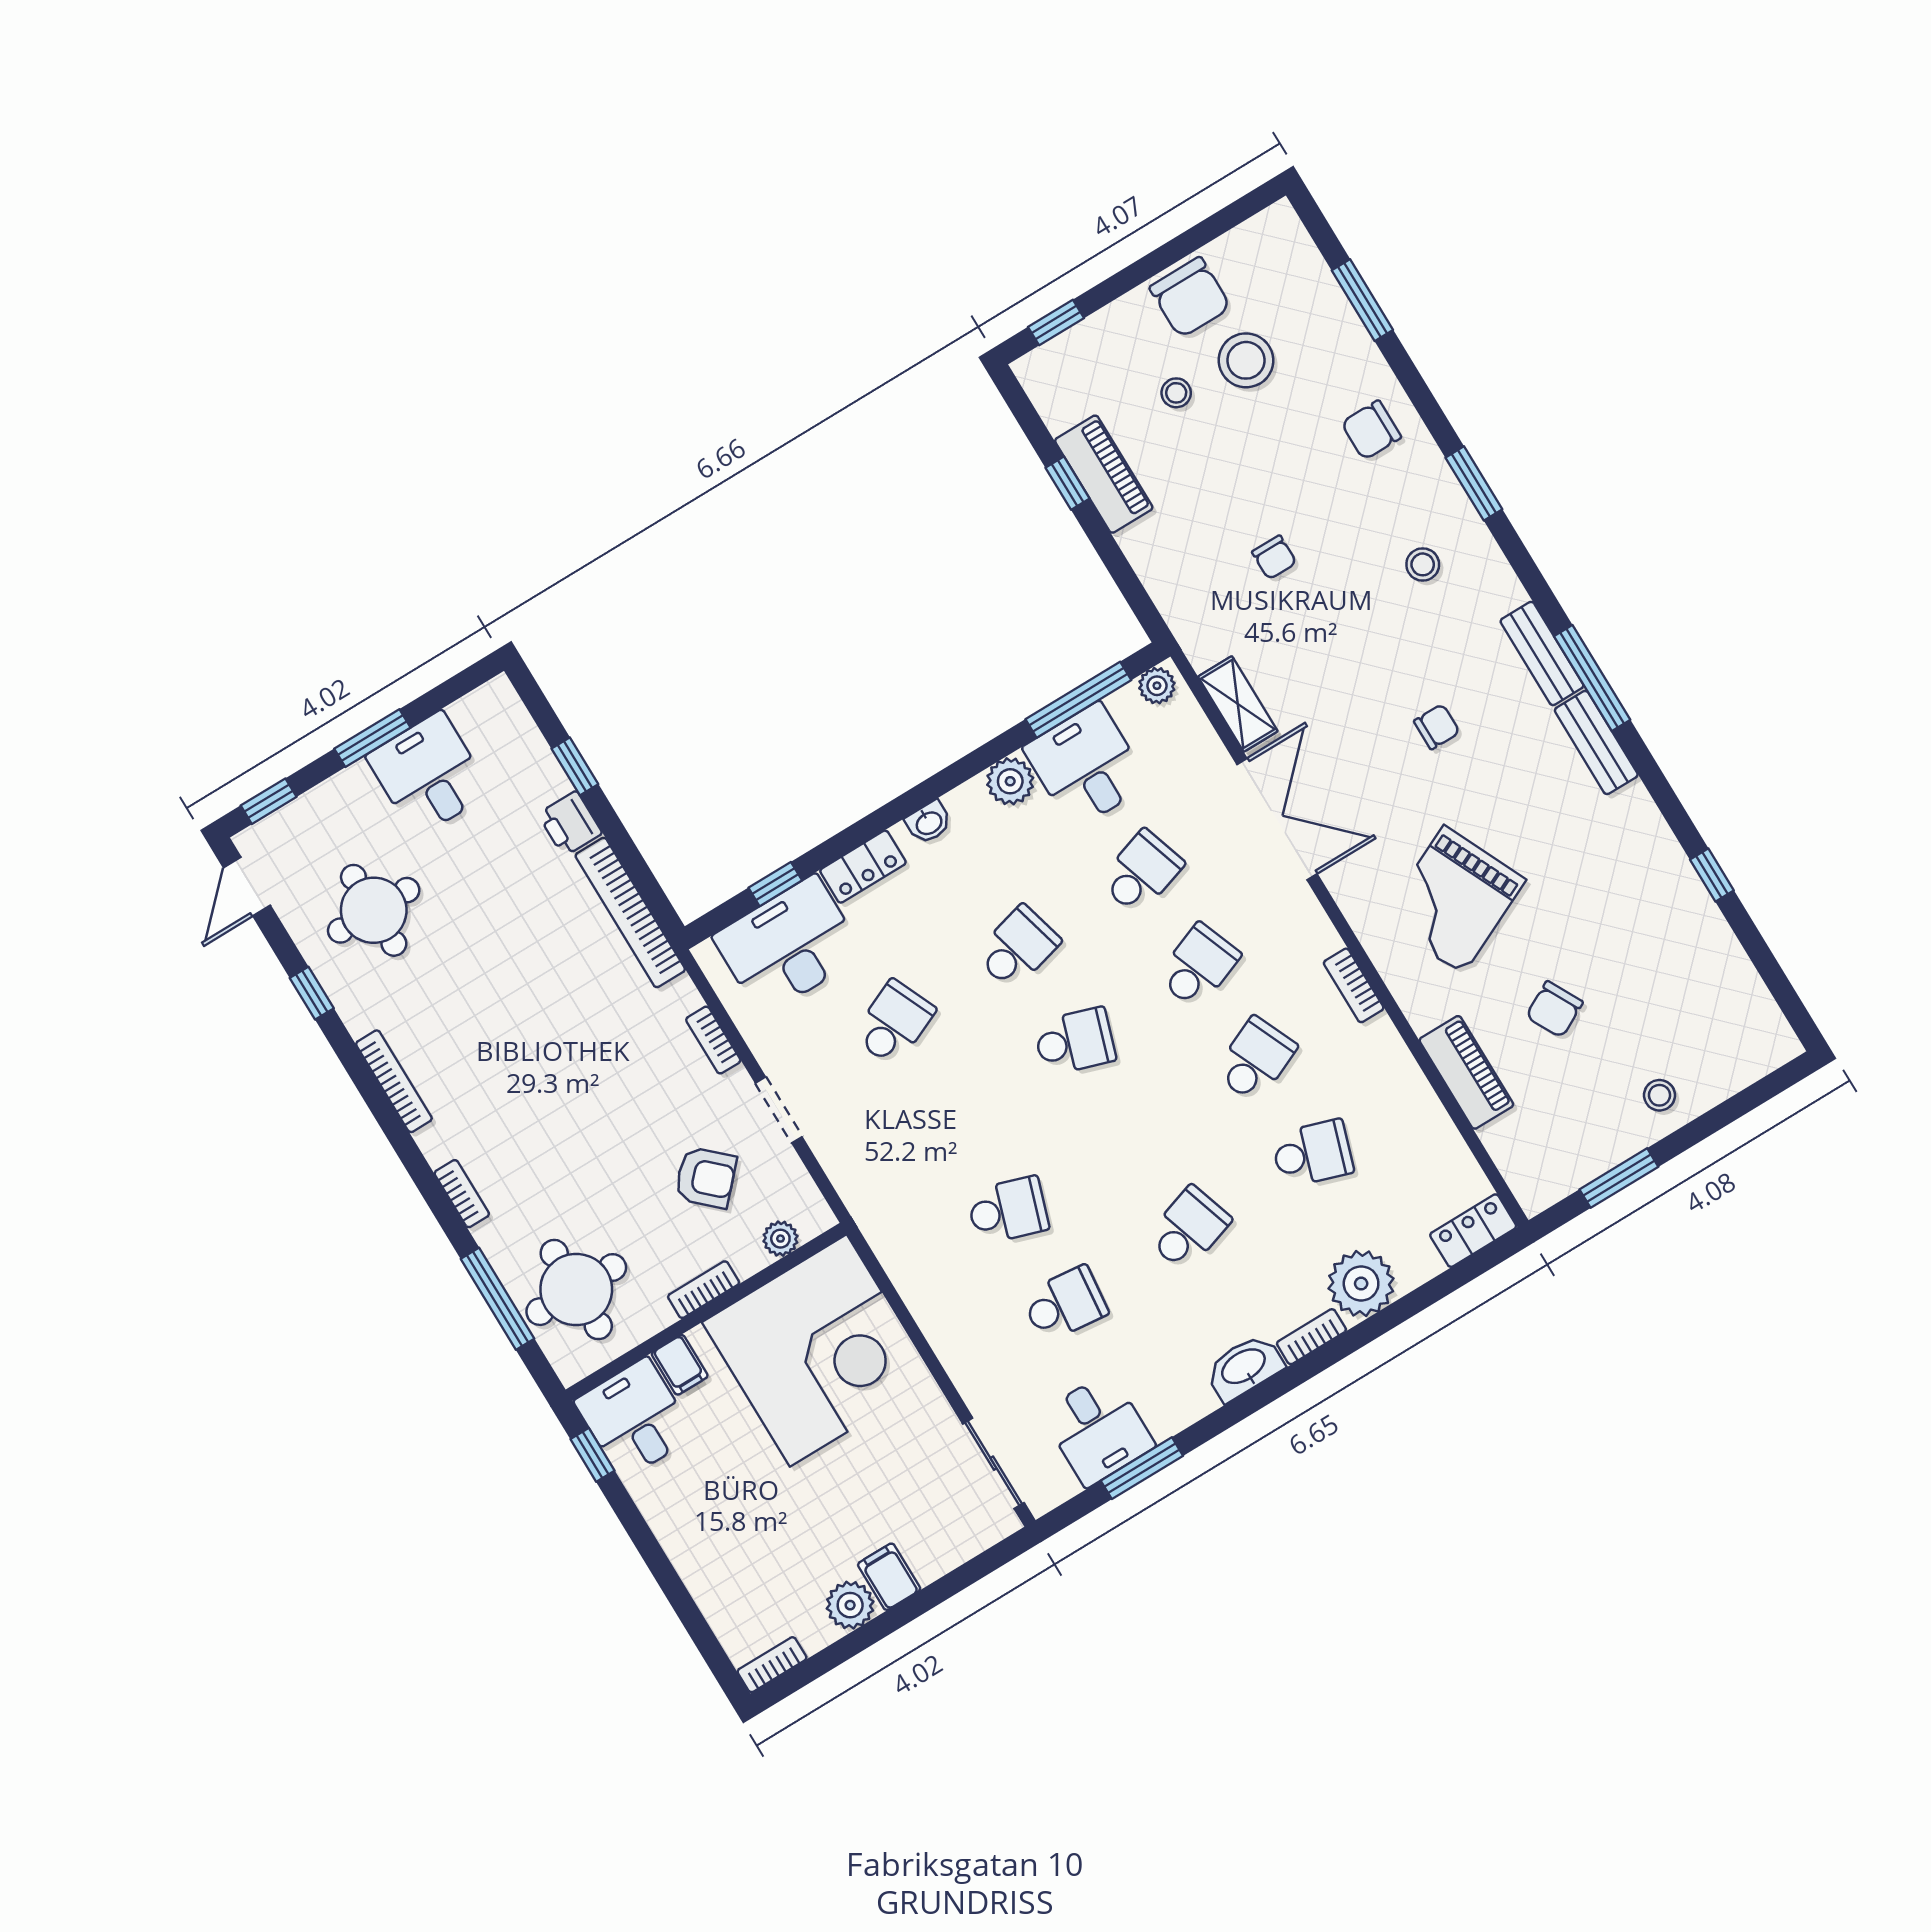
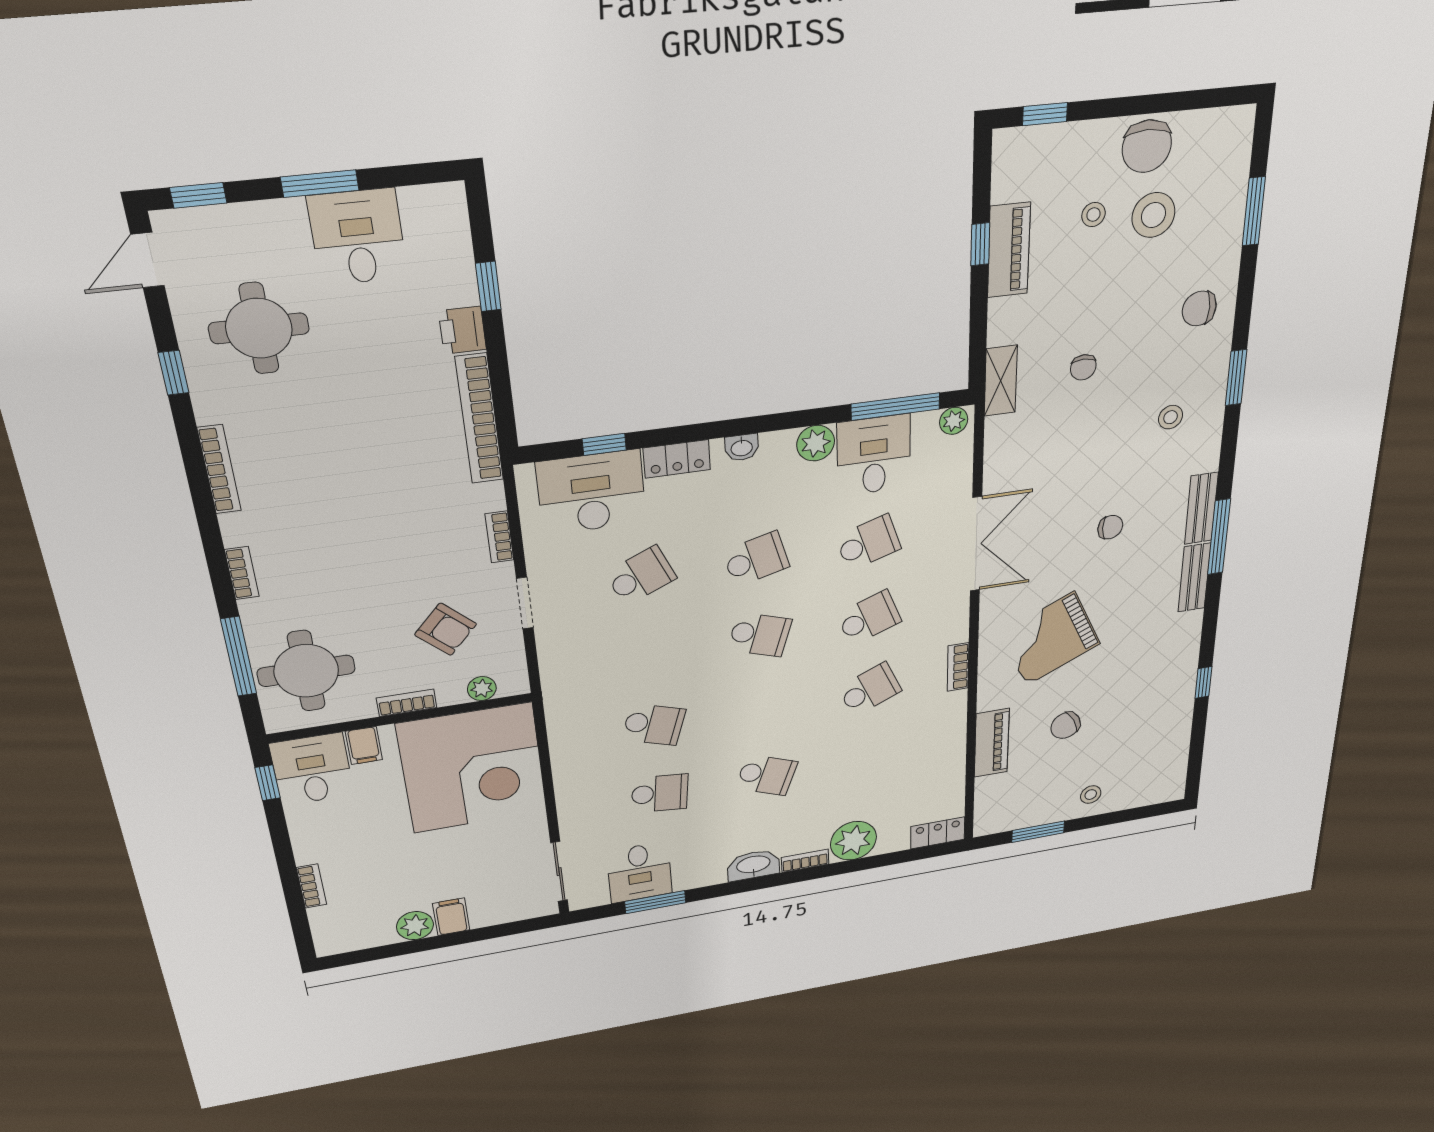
shelving: (1238, 704) -> (1001, 381), moved
school desk: (1312, 1153) -> (870, 757), removed
school desk: (1188, 1229) -> (766, 775), turned 39
bookcase: (772, 1665) -> (312, 886), moved, turned 90

